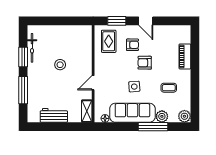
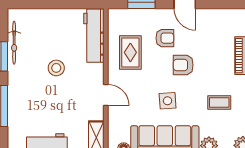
rug: (109, 41) -> (130, 52), moved
workbench: (85, 43) -> (94, 36), added
door: (93, 83) -> (106, 95), swing flipped

